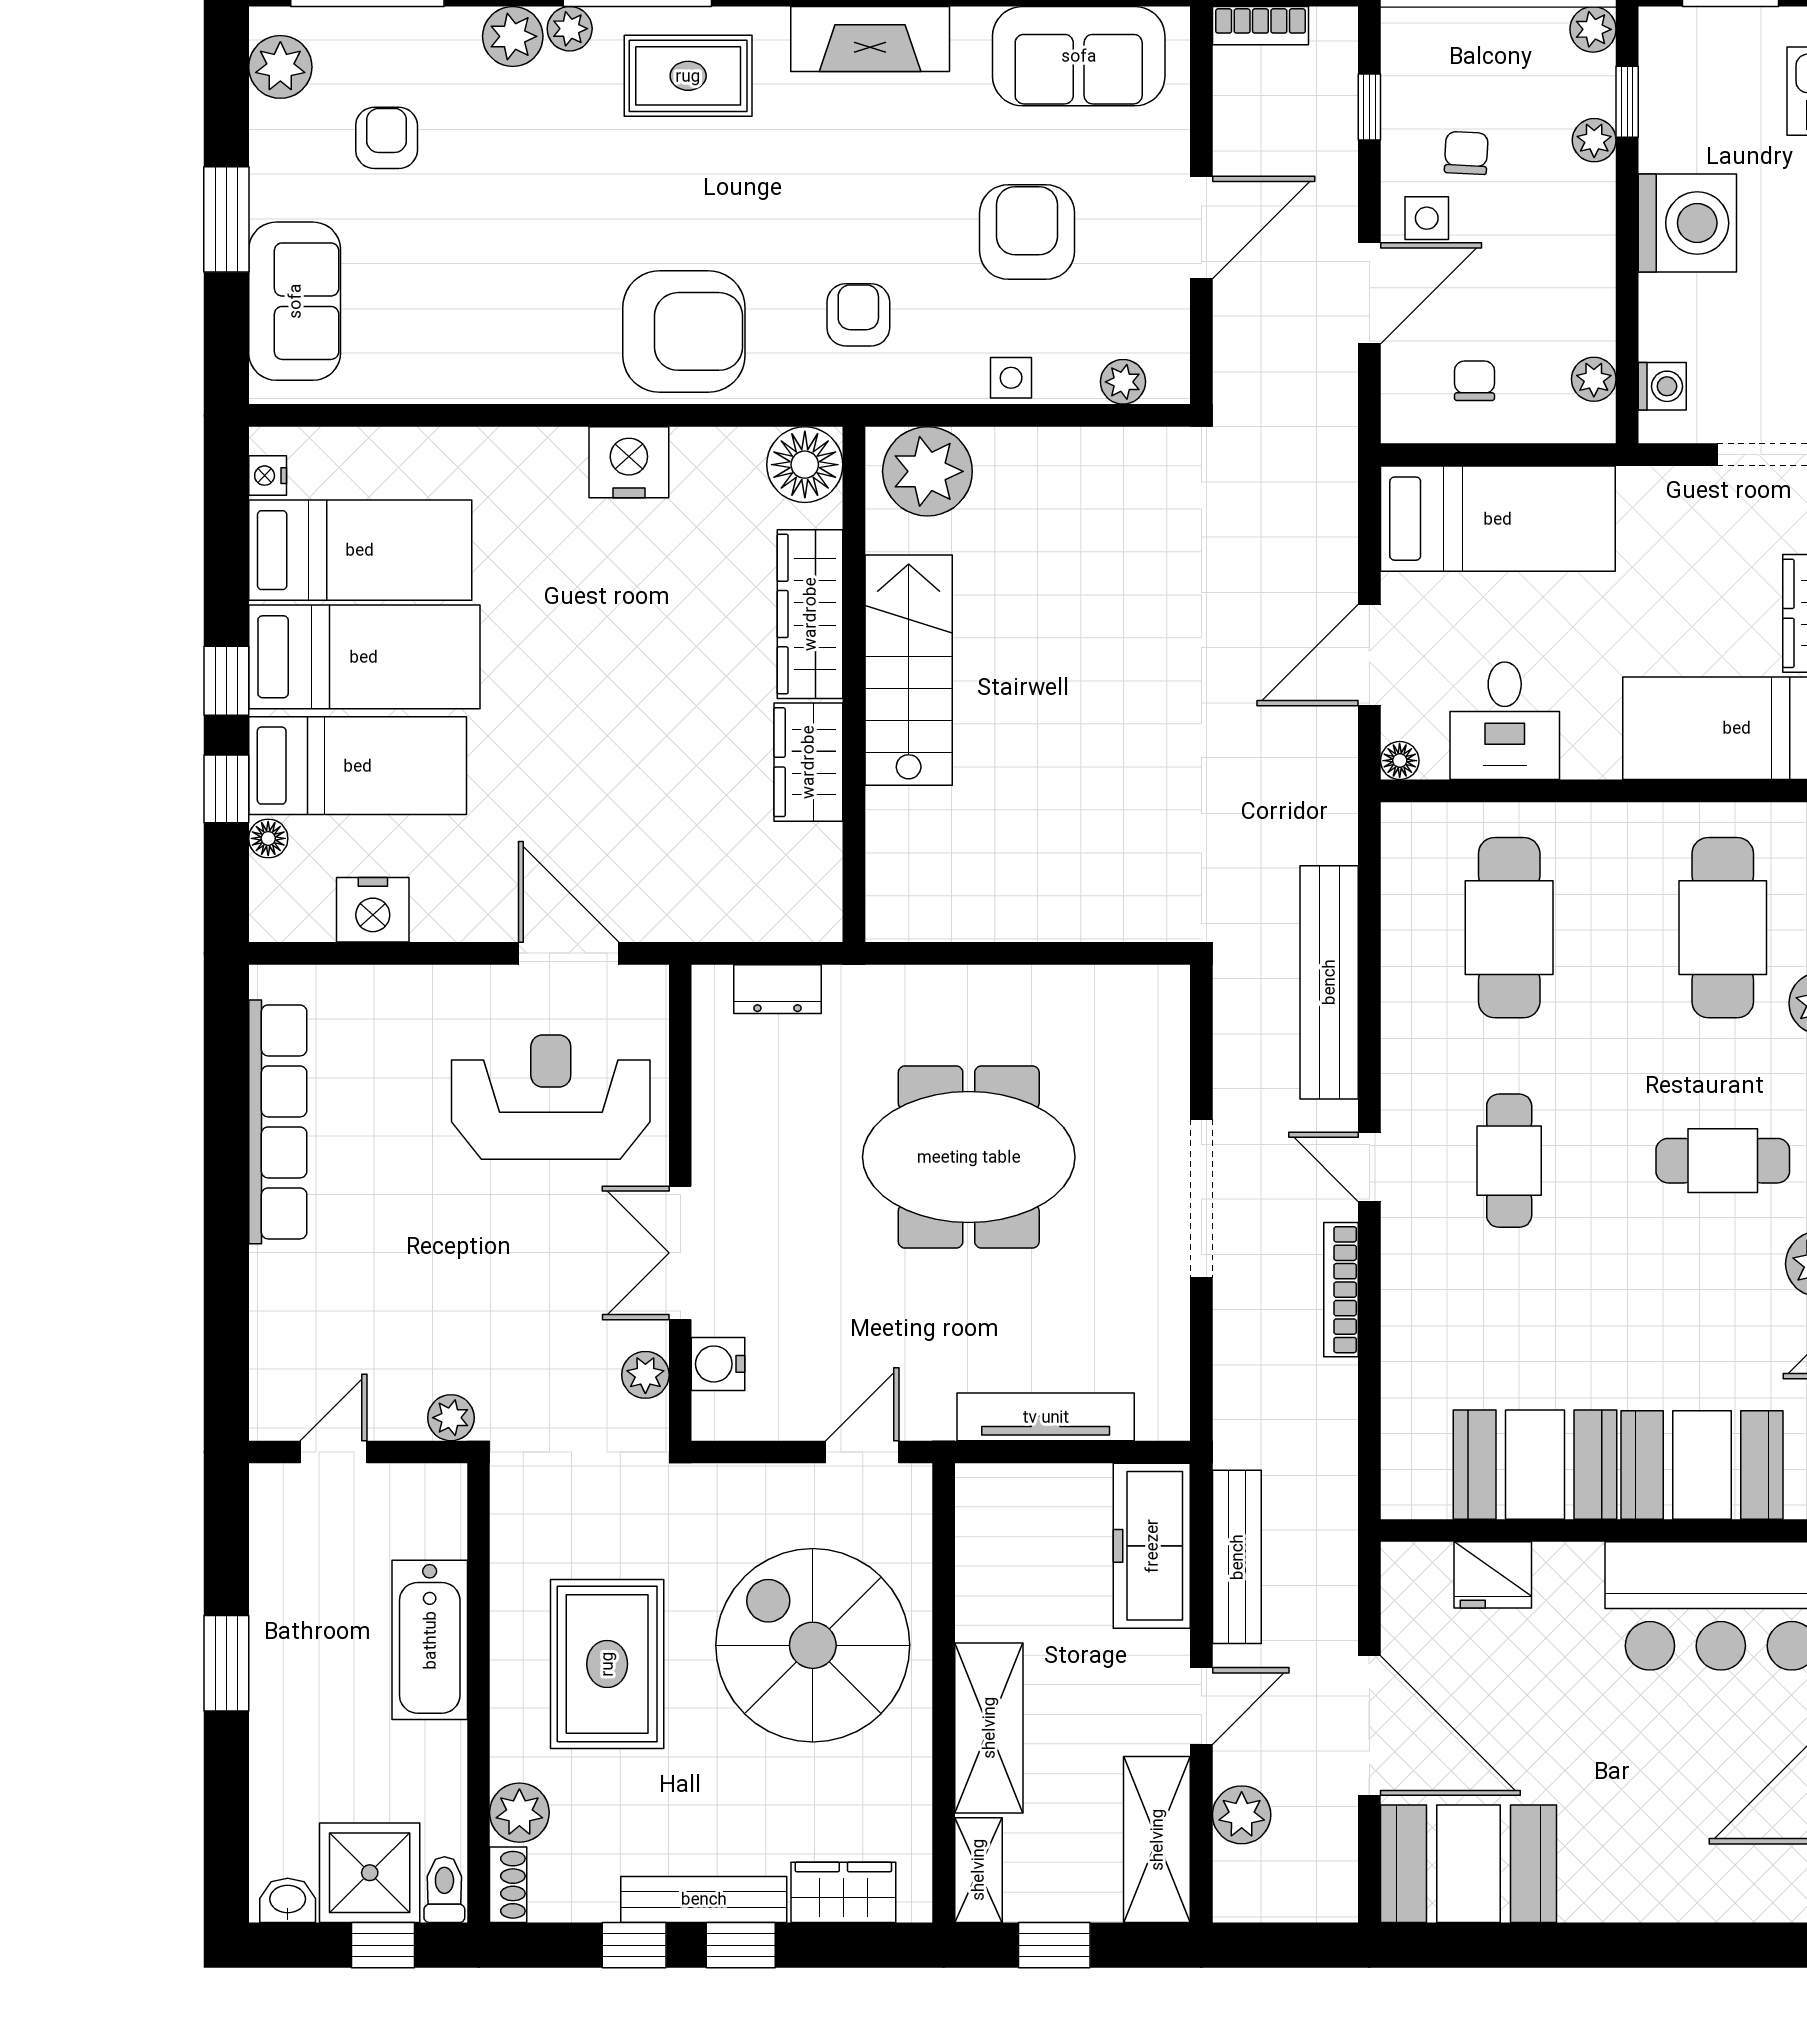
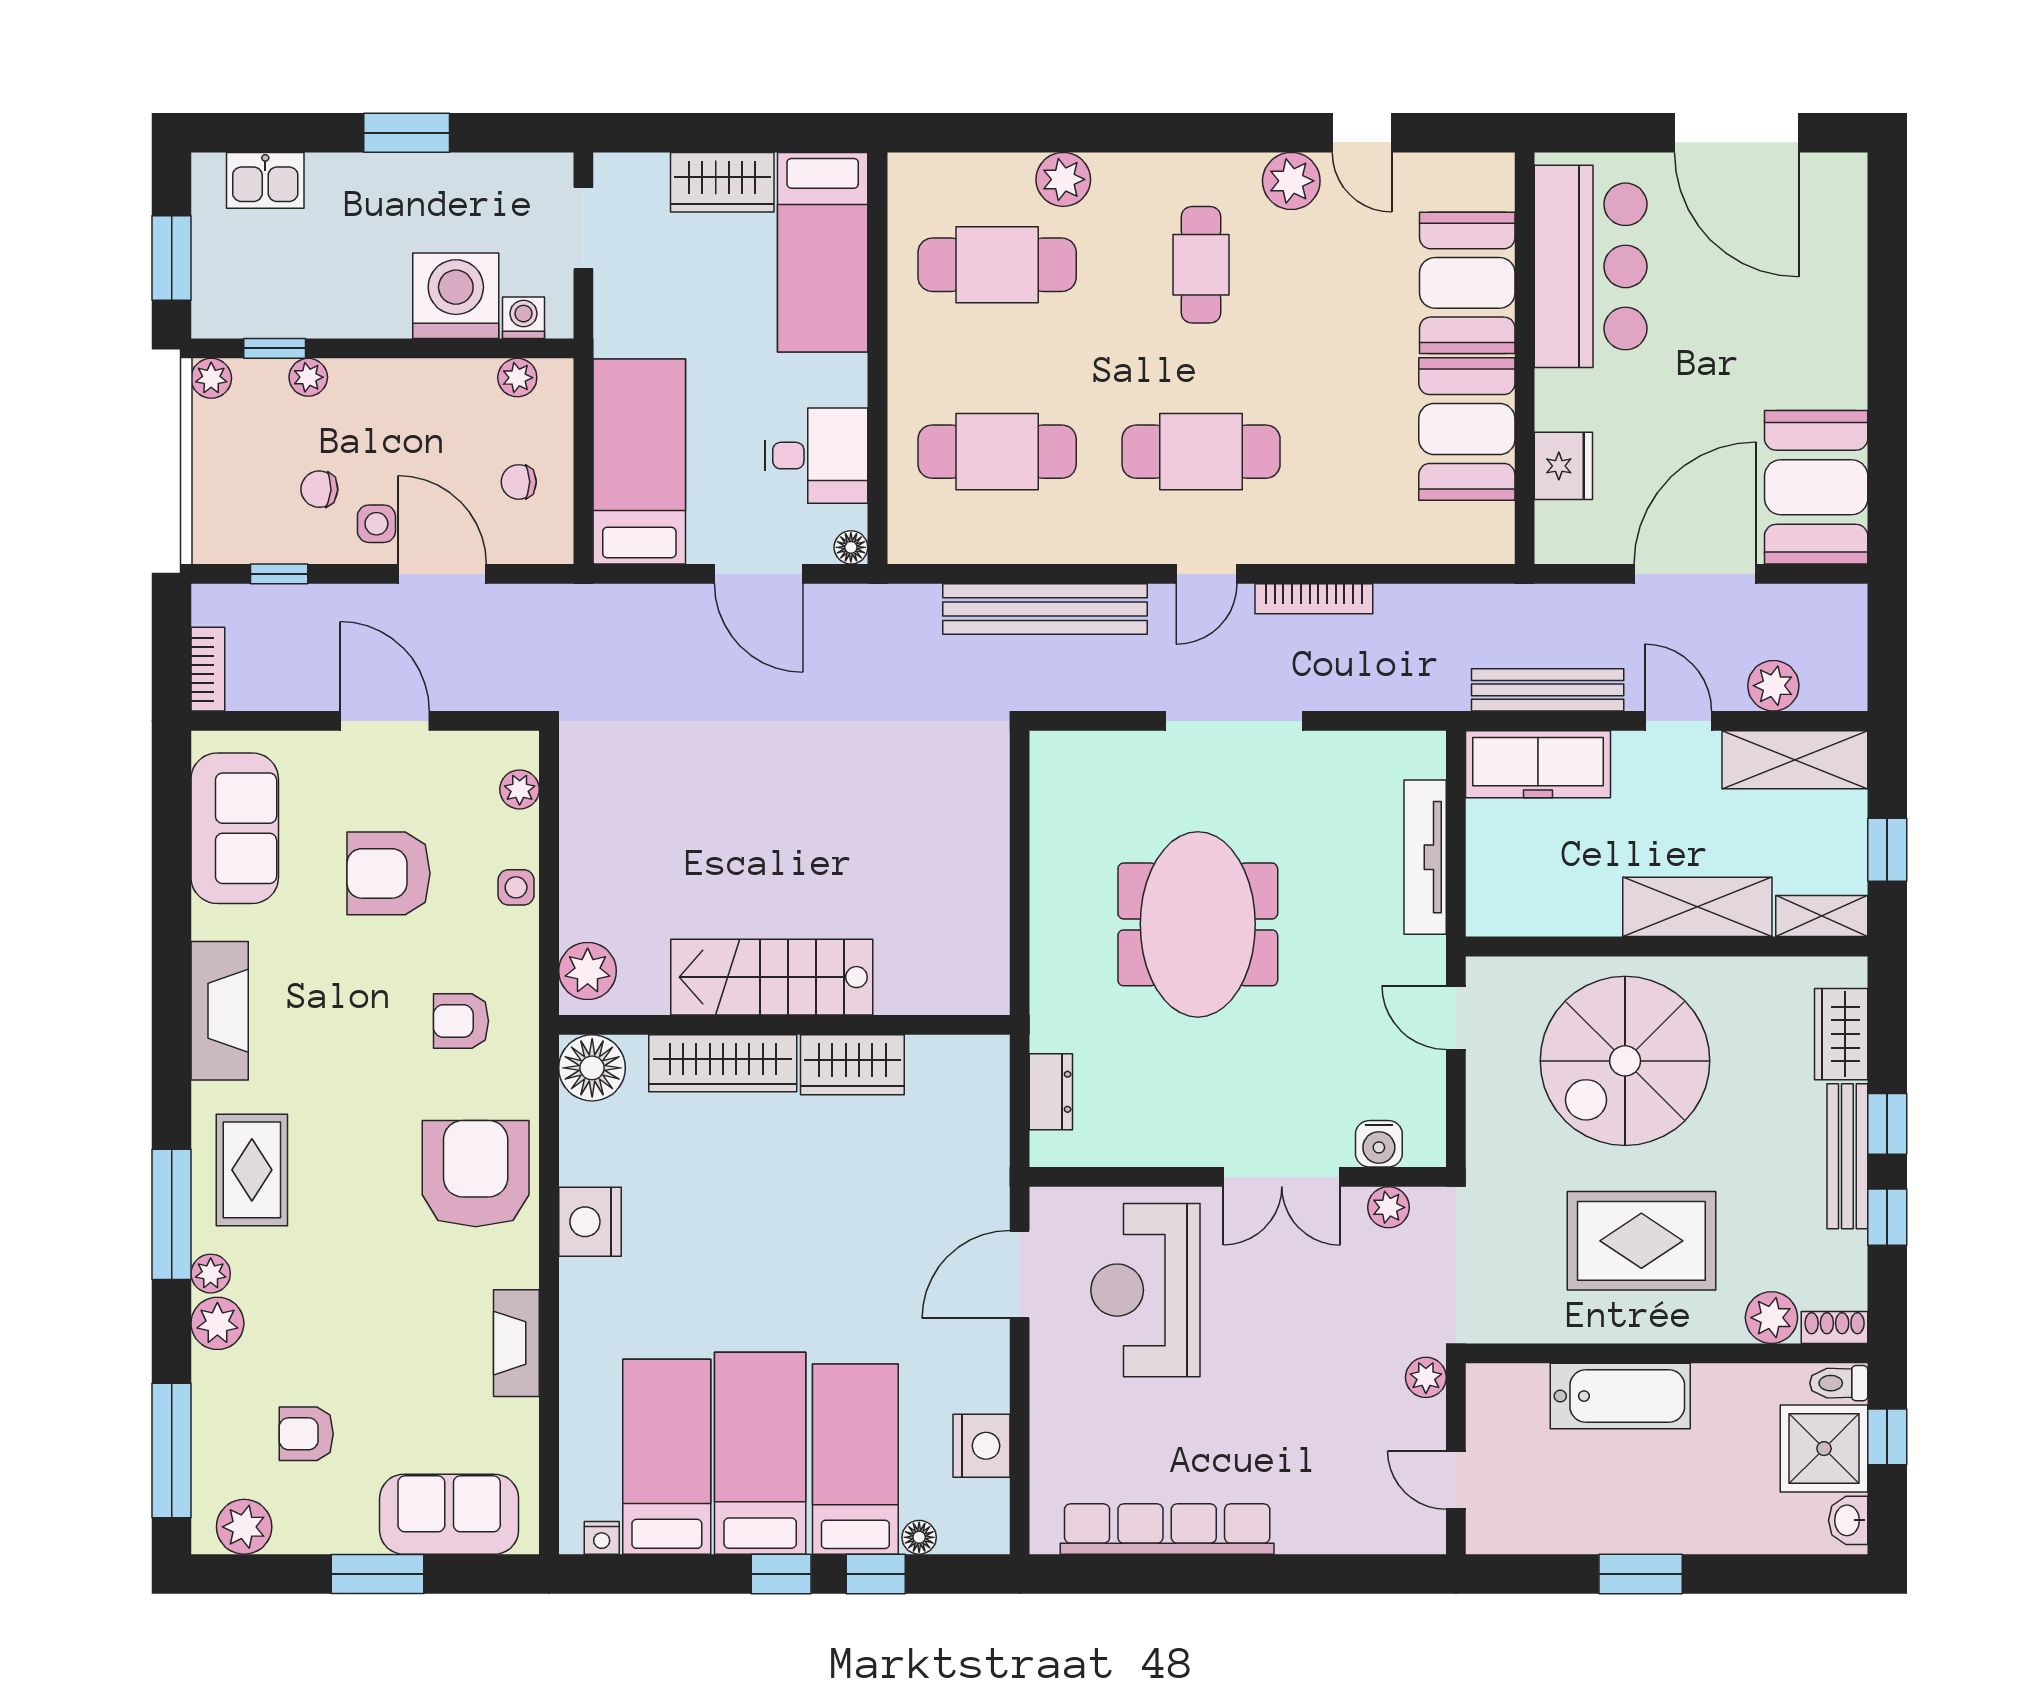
washing machine: (1687, 223) -> (456, 296), moved
fireplace: (490, 378) -> (516, 1343), added
plant: (927, 471) -> (588, 971), width x0.73, depth x0.73
cafe table: (1509, 1161) -> (1201, 452), width x1.37, depth x1.35

